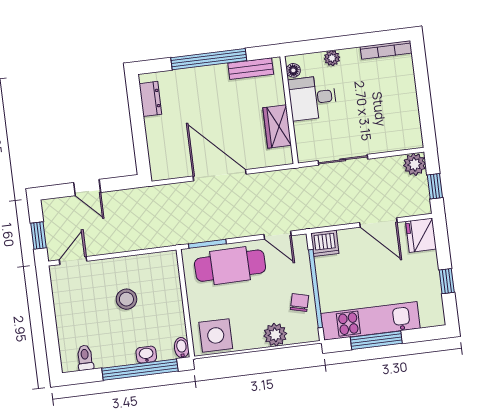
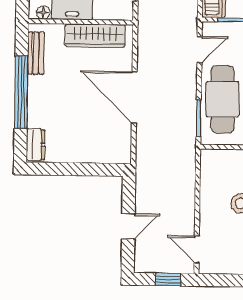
dresser: (150, 99) -> (36, 145), moved, turned 90
wardrobe: (277, 126) -> (95, 36), width x1.50
door: (220, 175) -> (134, 97), hinge flipped

